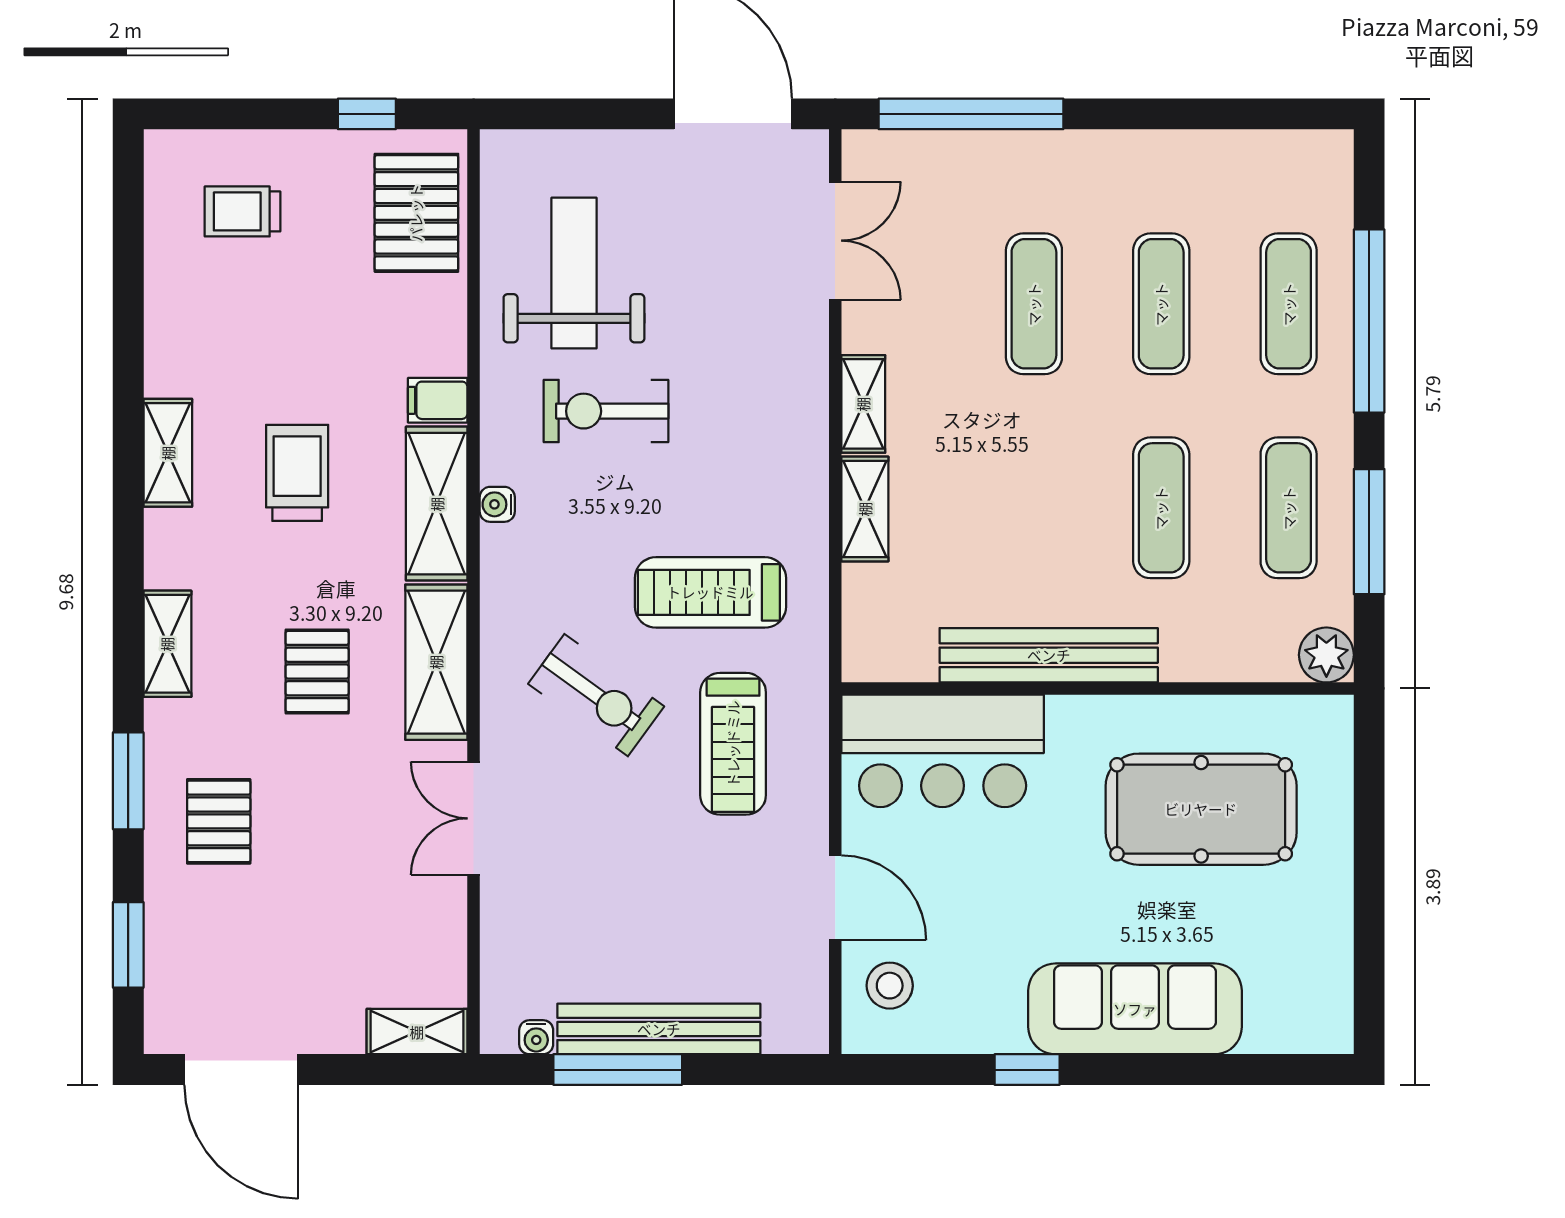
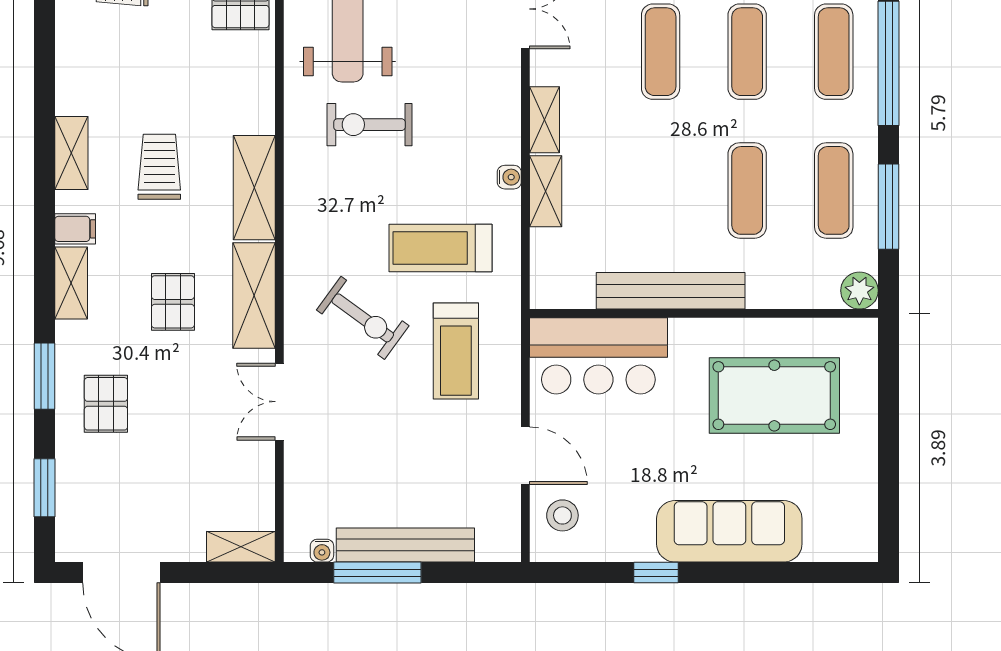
filing cabinet: (438, 400) -> (75, 229), moved, turned 180
water cooler: (497, 504) -> (509, 177), moved, turned 180

